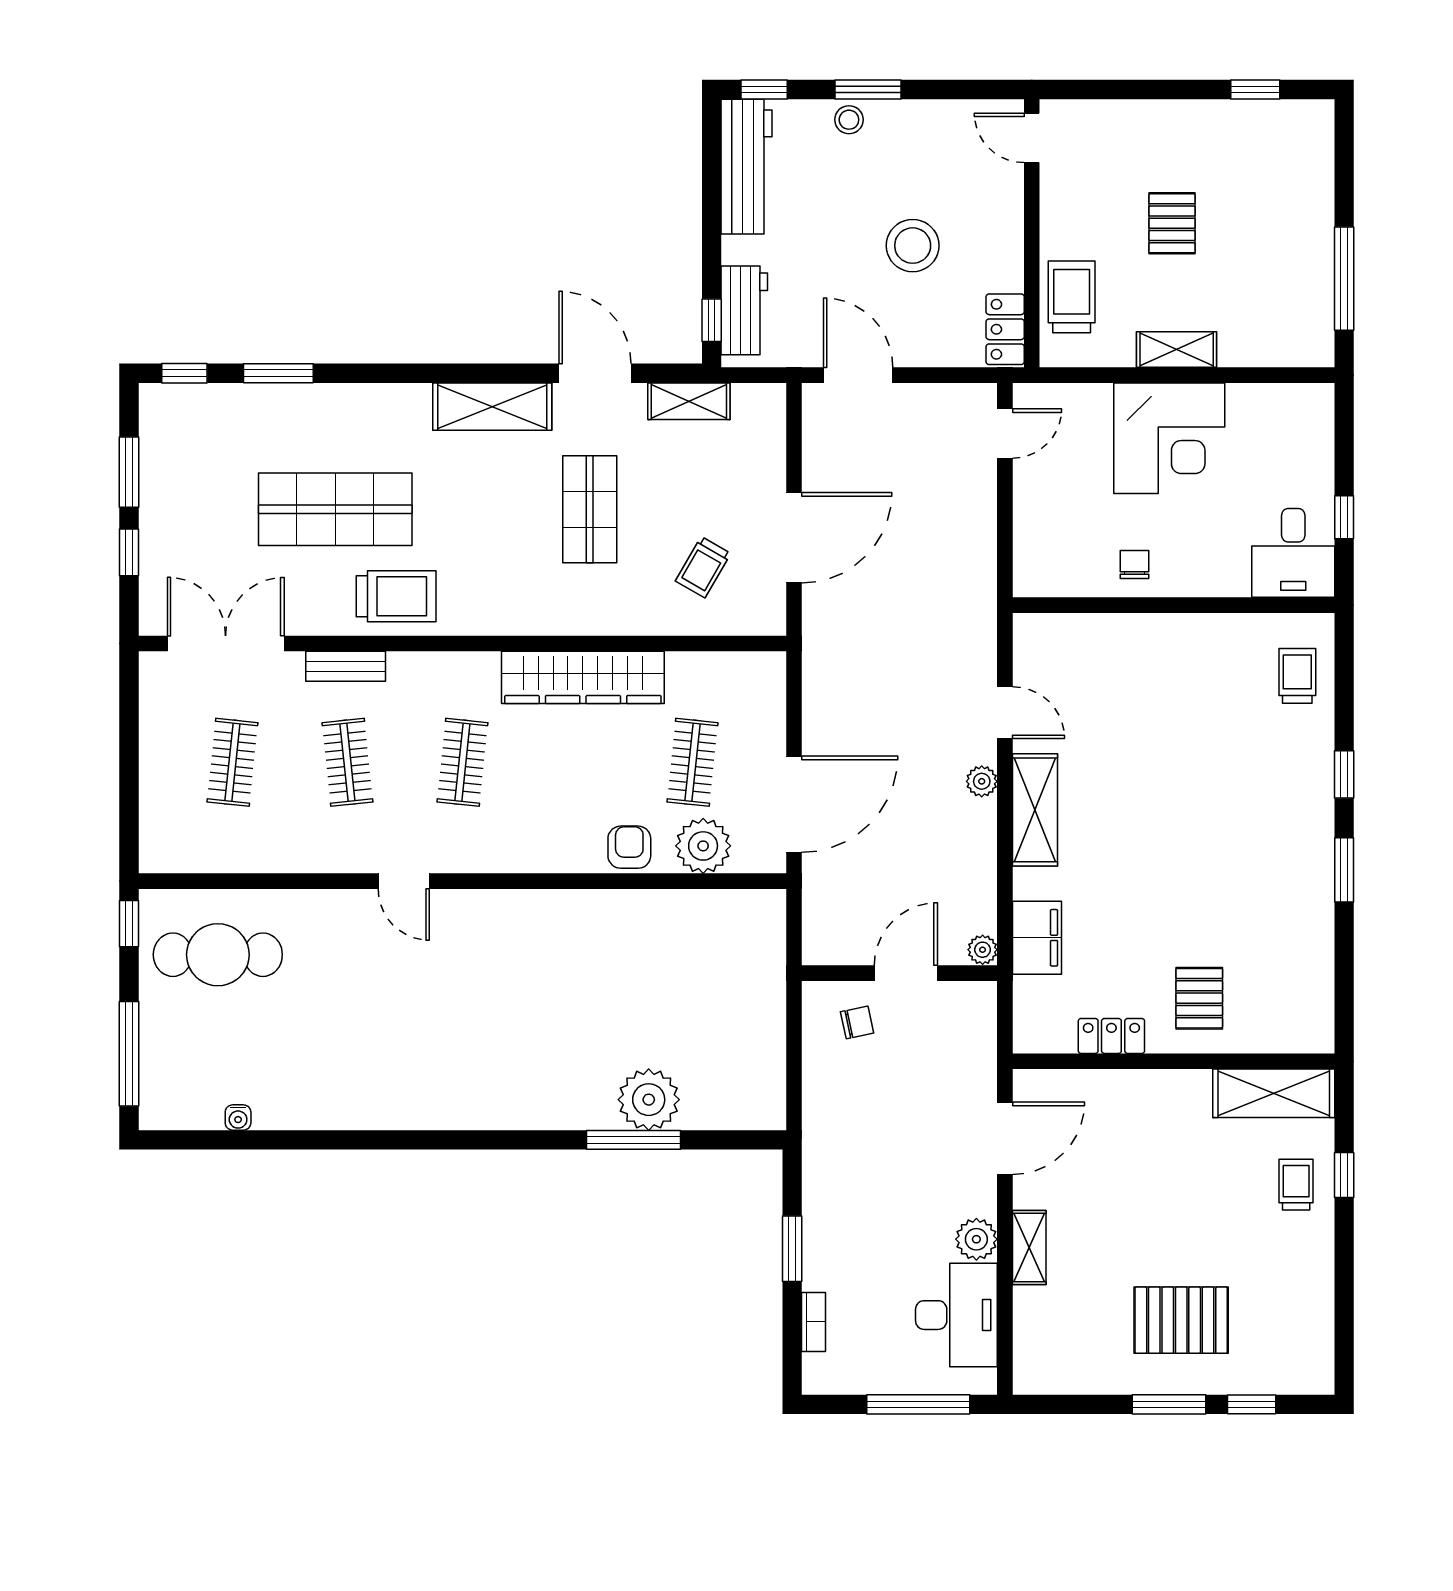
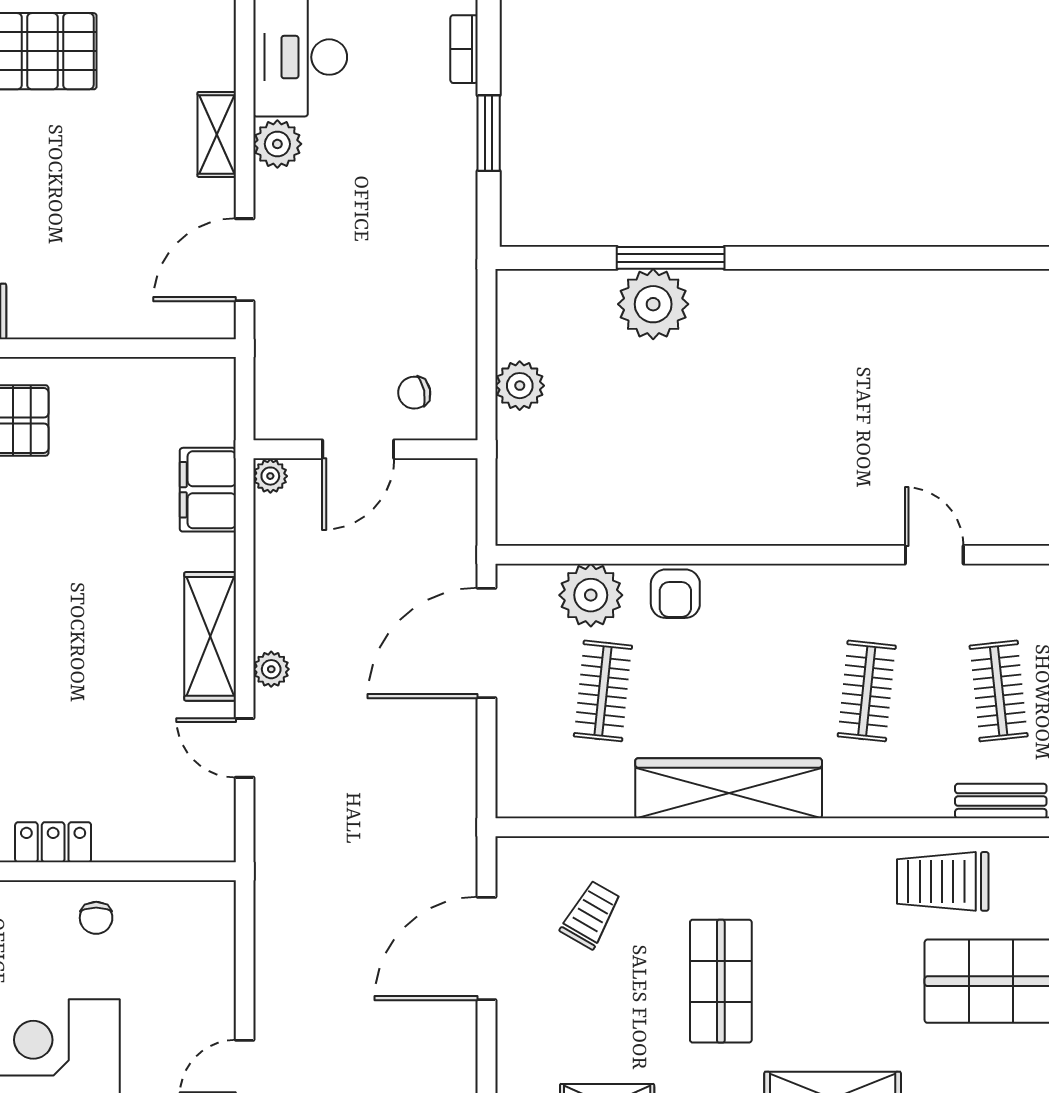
plant: (765, 1029) -> (520, 386), added
locker: (1111, 1036) -> (53, 842), moved, turned 180

